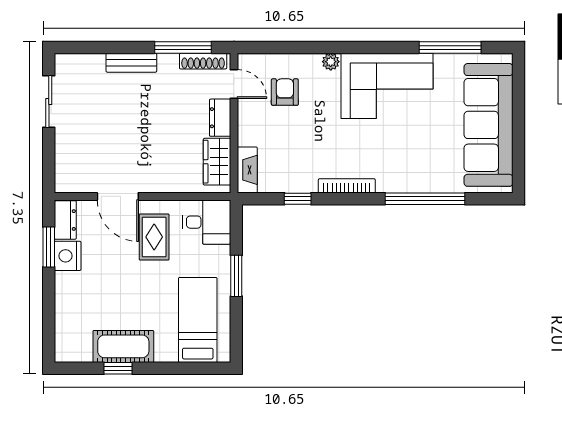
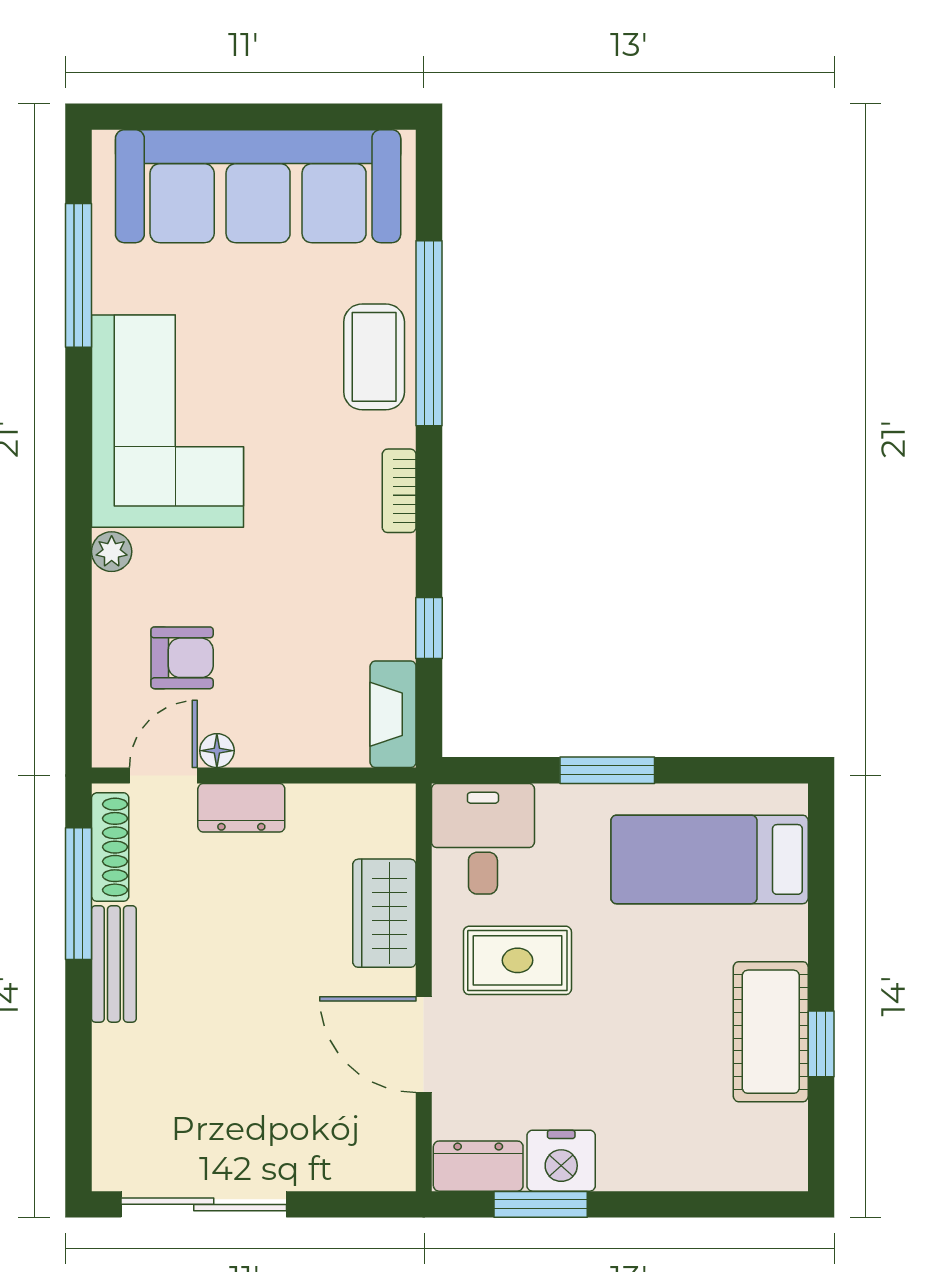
bench: (131, 63) -> (114, 964), moved
armchair: (285, 92) -> (182, 658), turned 180
sliding door: (49, 102) -> (204, 1204), width x1.37
floor lamp: (245, 107) -> (217, 751), added
wardrobe: (217, 162) -> (384, 913), moved, turned 90
fireplace: (247, 170) -> (393, 714), moved, turned -90
coffee table: (415, 175) -> (374, 357), added
bookcase: (347, 186) -> (399, 491), width x0.64
door: (118, 196) -> (424, 1045), swing flipped

